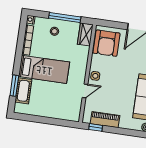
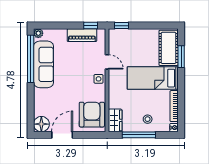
cot: (23, 91) -> (169, 48), width x1.37, depth x1.34
door: (85, 91) -> (107, 62), swing flipped
window: (66, 123) -> (121, 26), added

